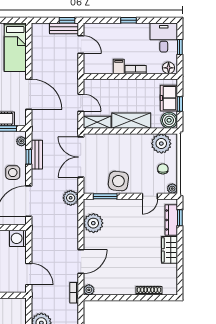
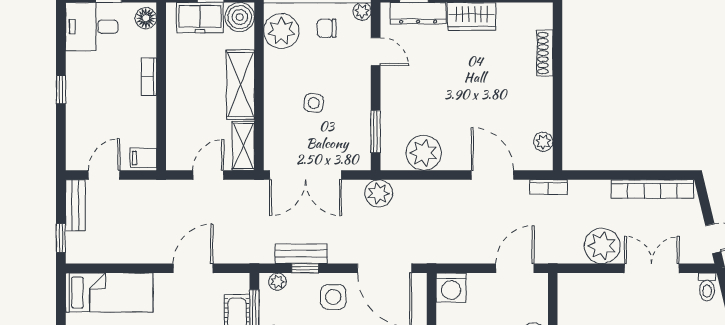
window: (67, 20) -> (61, 238), moved
filing cabinet: (119, 66) -> (143, 158), moved
door: (29, 94) -> (193, 268), width x0.73
side table: (118, 181) -> (314, 103), moved, width x0.54, depth x0.54
plant: (89, 290) -> (543, 142), moved

